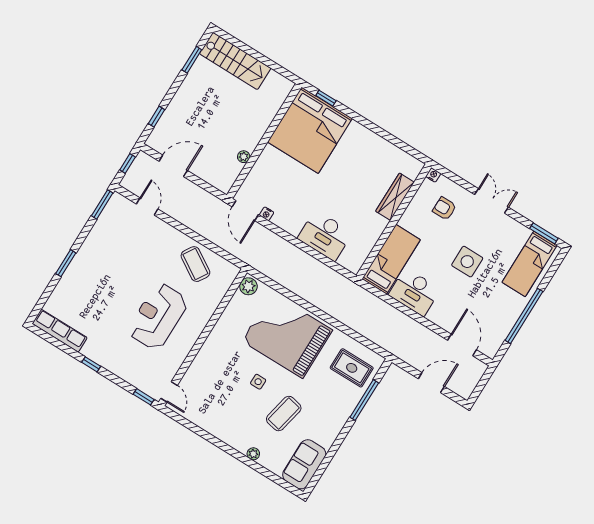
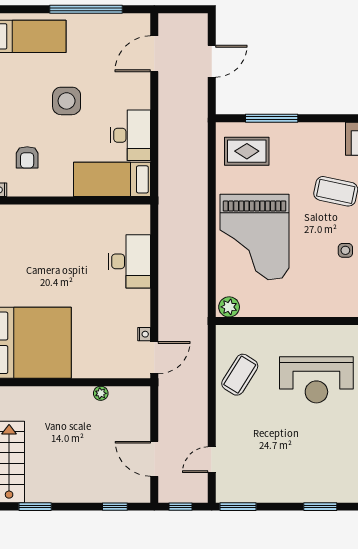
wardrobe: (395, 197) -> (46, 215), removed
rug: (352, 368) -> (247, 151), turned 90
side table: (258, 382) -> (345, 250), moved
door: (431, 383) -> (212, 61), swing flipped

